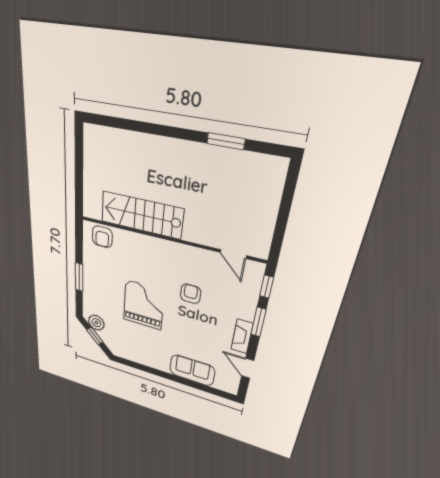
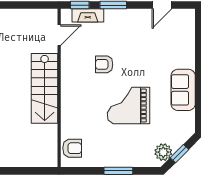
stairs: (142, 215) -> (45, 88), moved
fireplace: (242, 336) -> (88, 15), moved
sofa: (192, 370) -> (183, 90), moved

